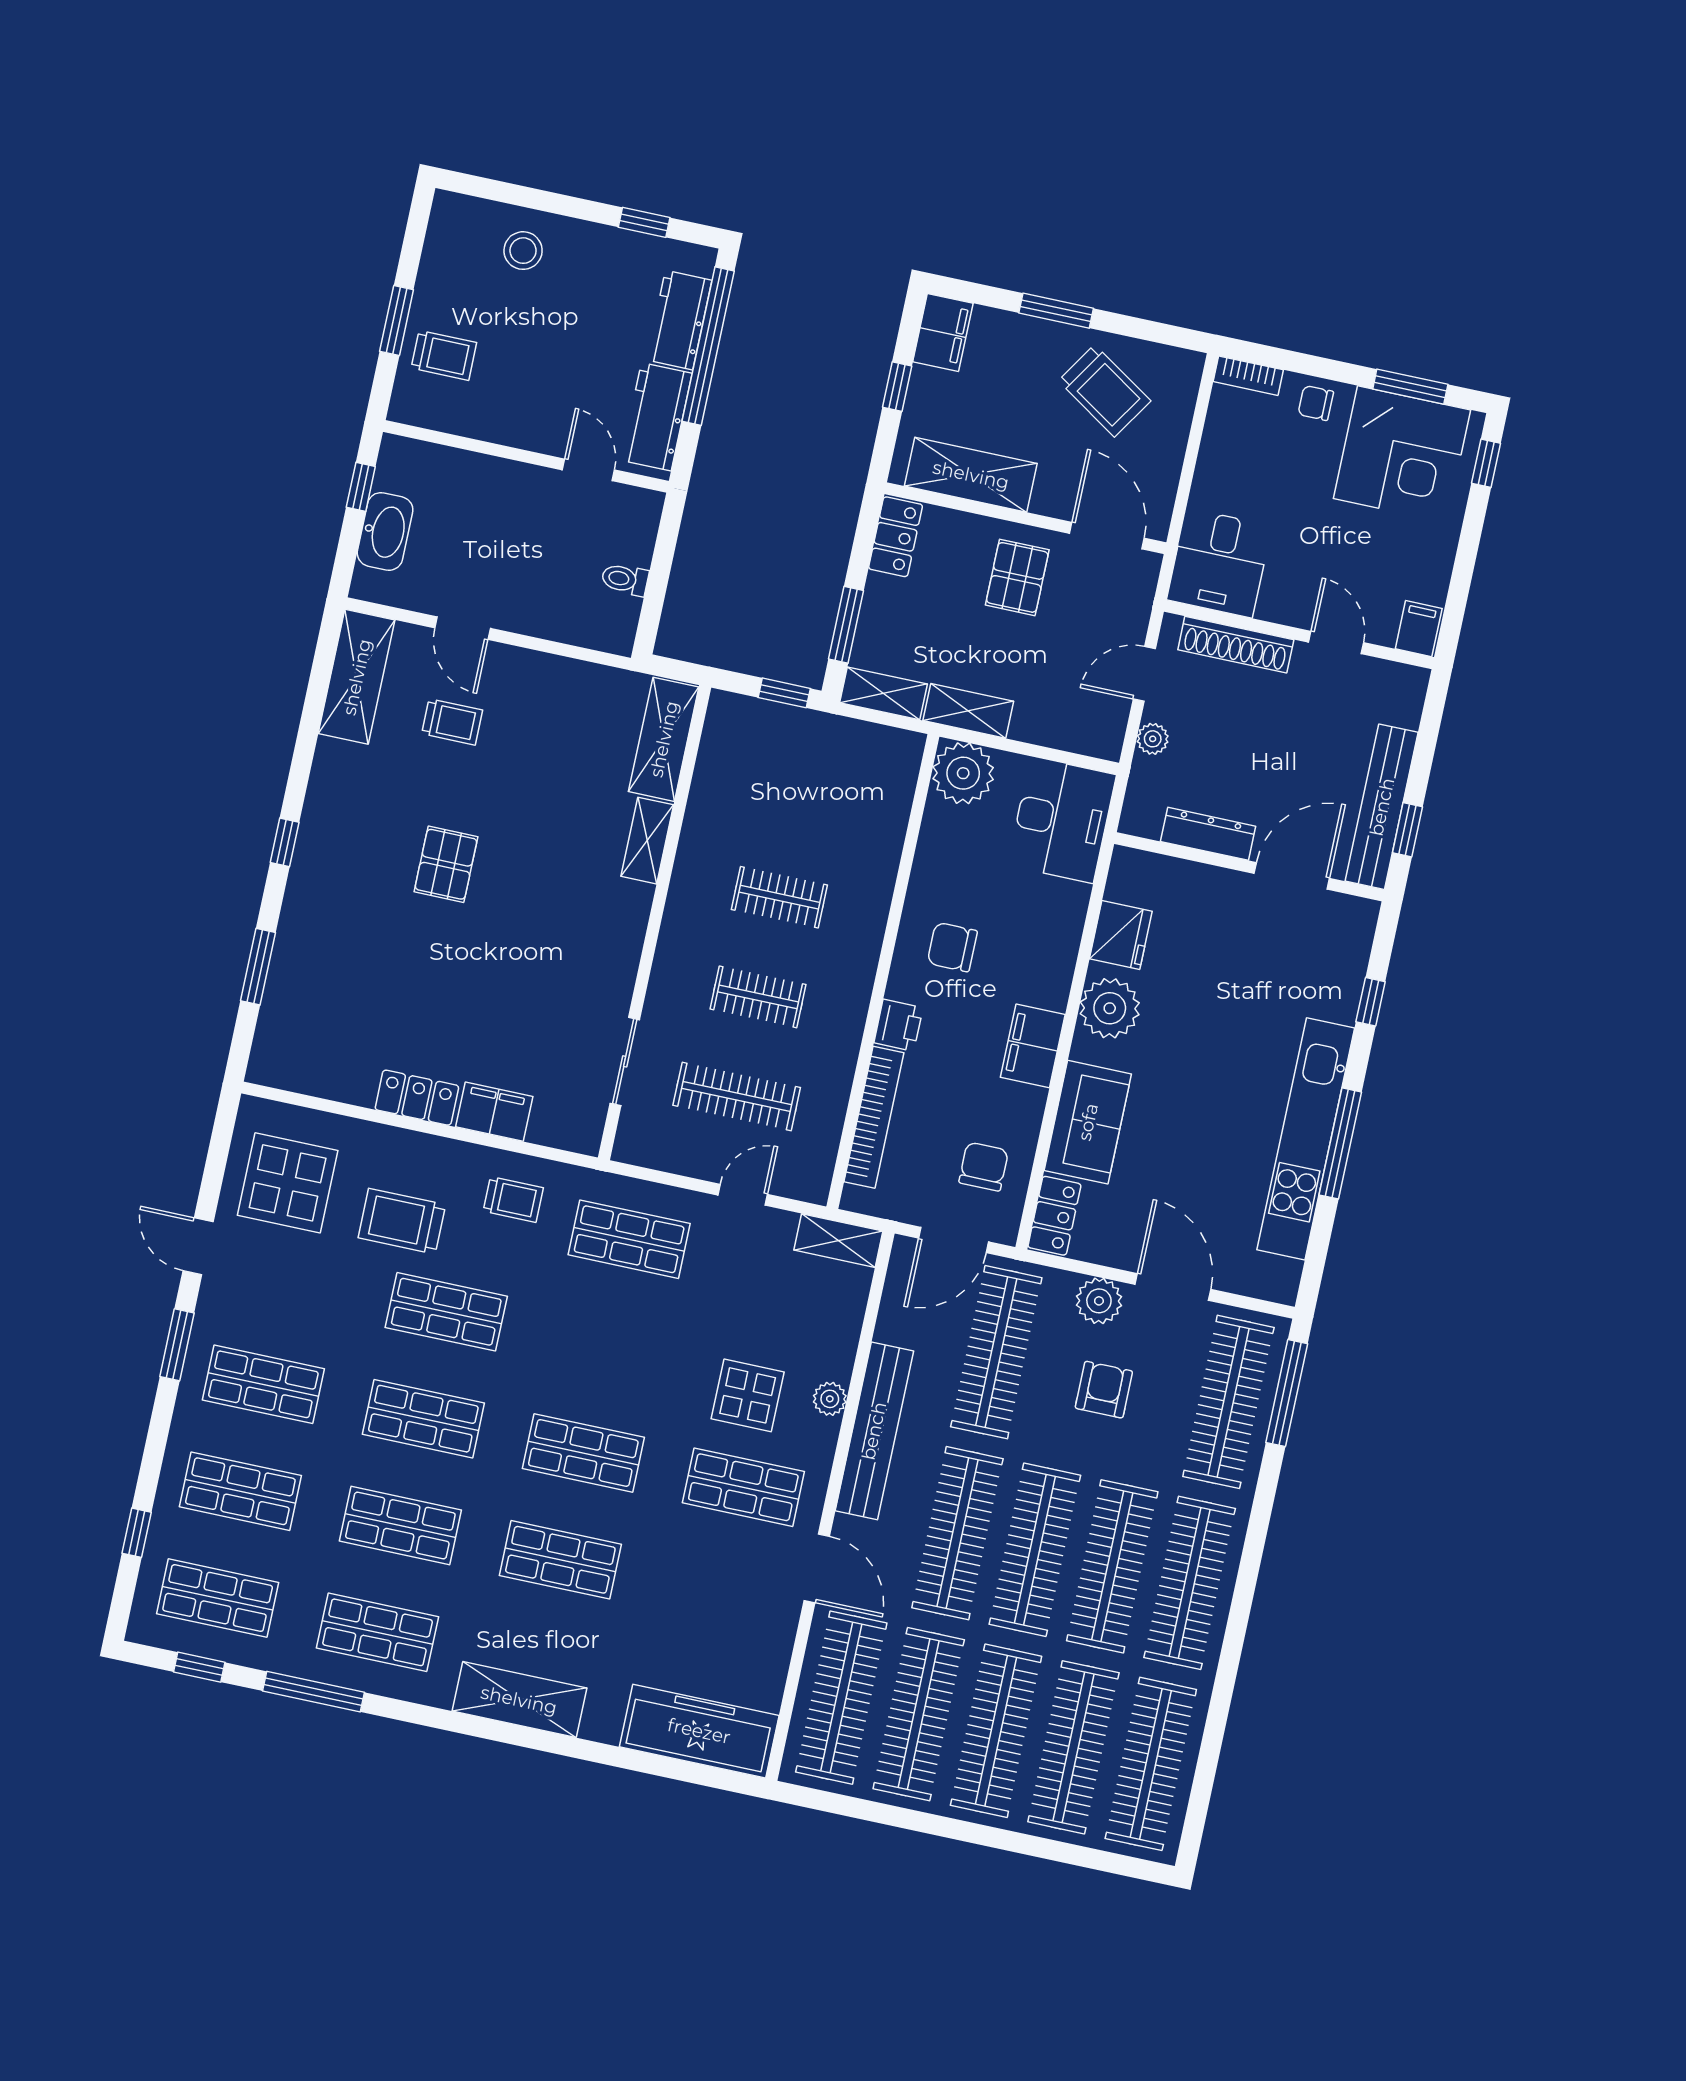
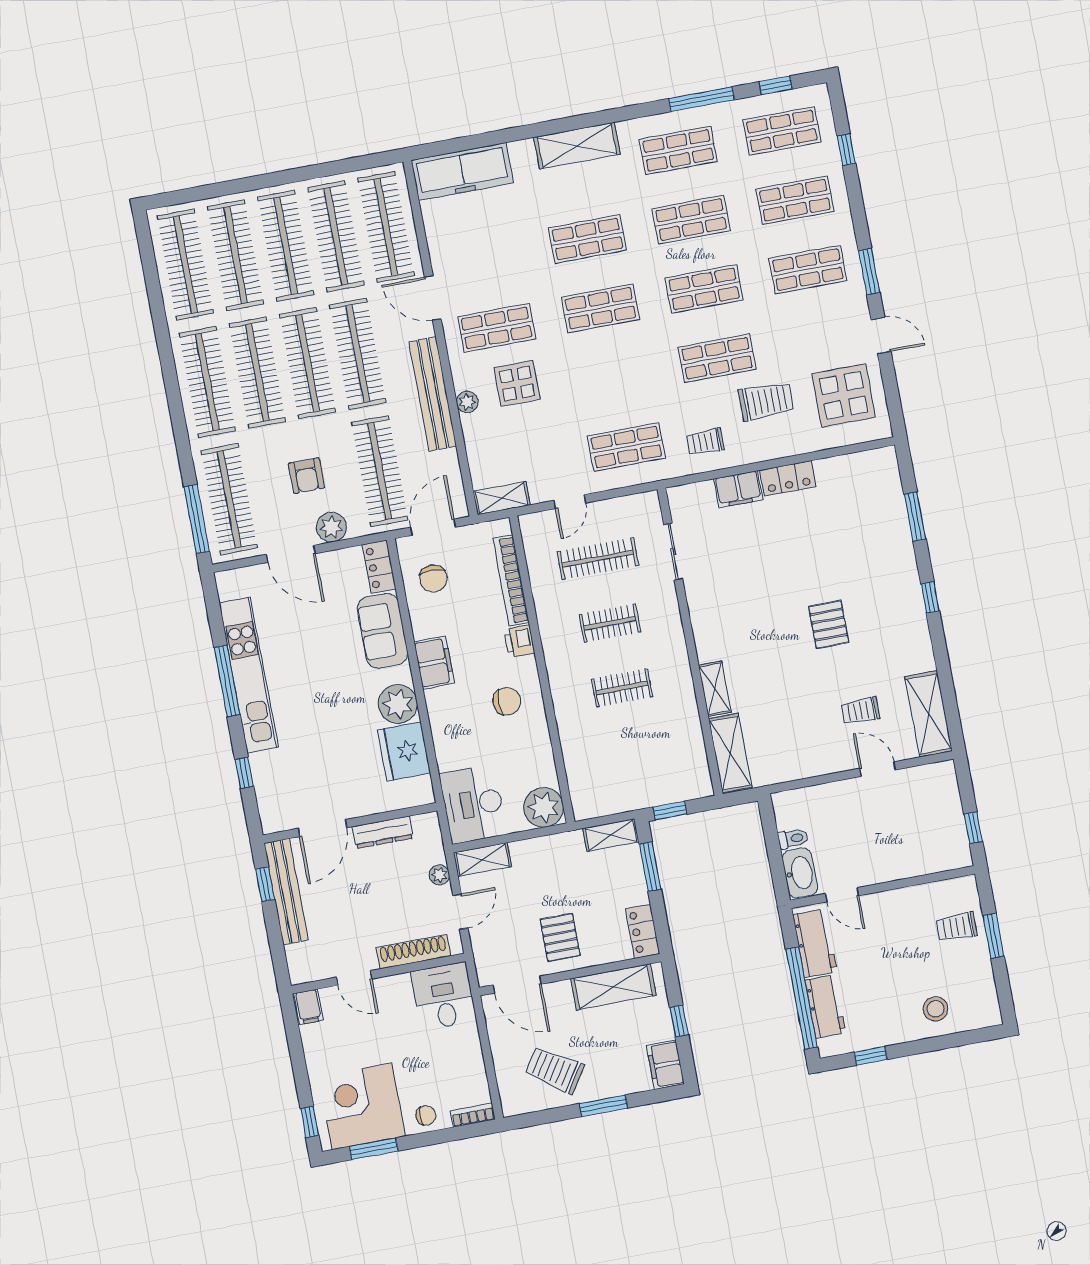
washbasin: (385, 531) -> (800, 873), moved, turned 180
shelving: (968, 711) -> (482, 860), moved
fridge: (1121, 935) -> (404, 751), width x1.36, depth x1.34

